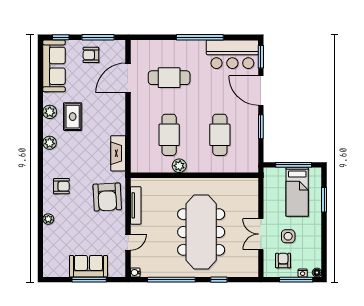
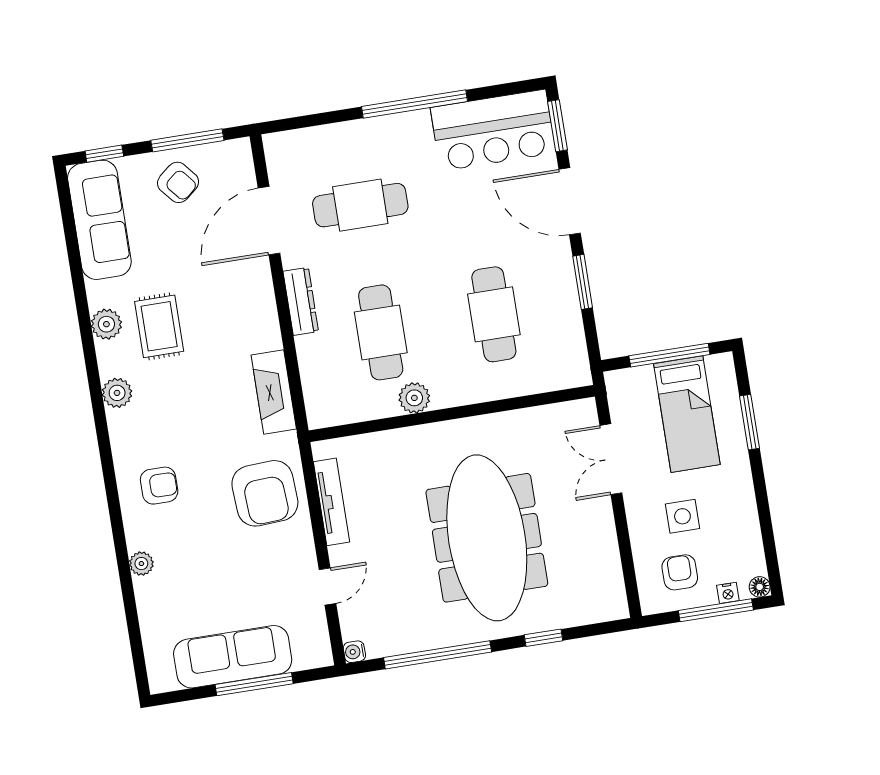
armchair: (91, 55) -> (178, 182), turned -130
dresser: (136, 116) -> (301, 301), added
double door: (261, 234) -> (611, 459), moved
sofa: (88, 266) -> (233, 657), width x1.36

